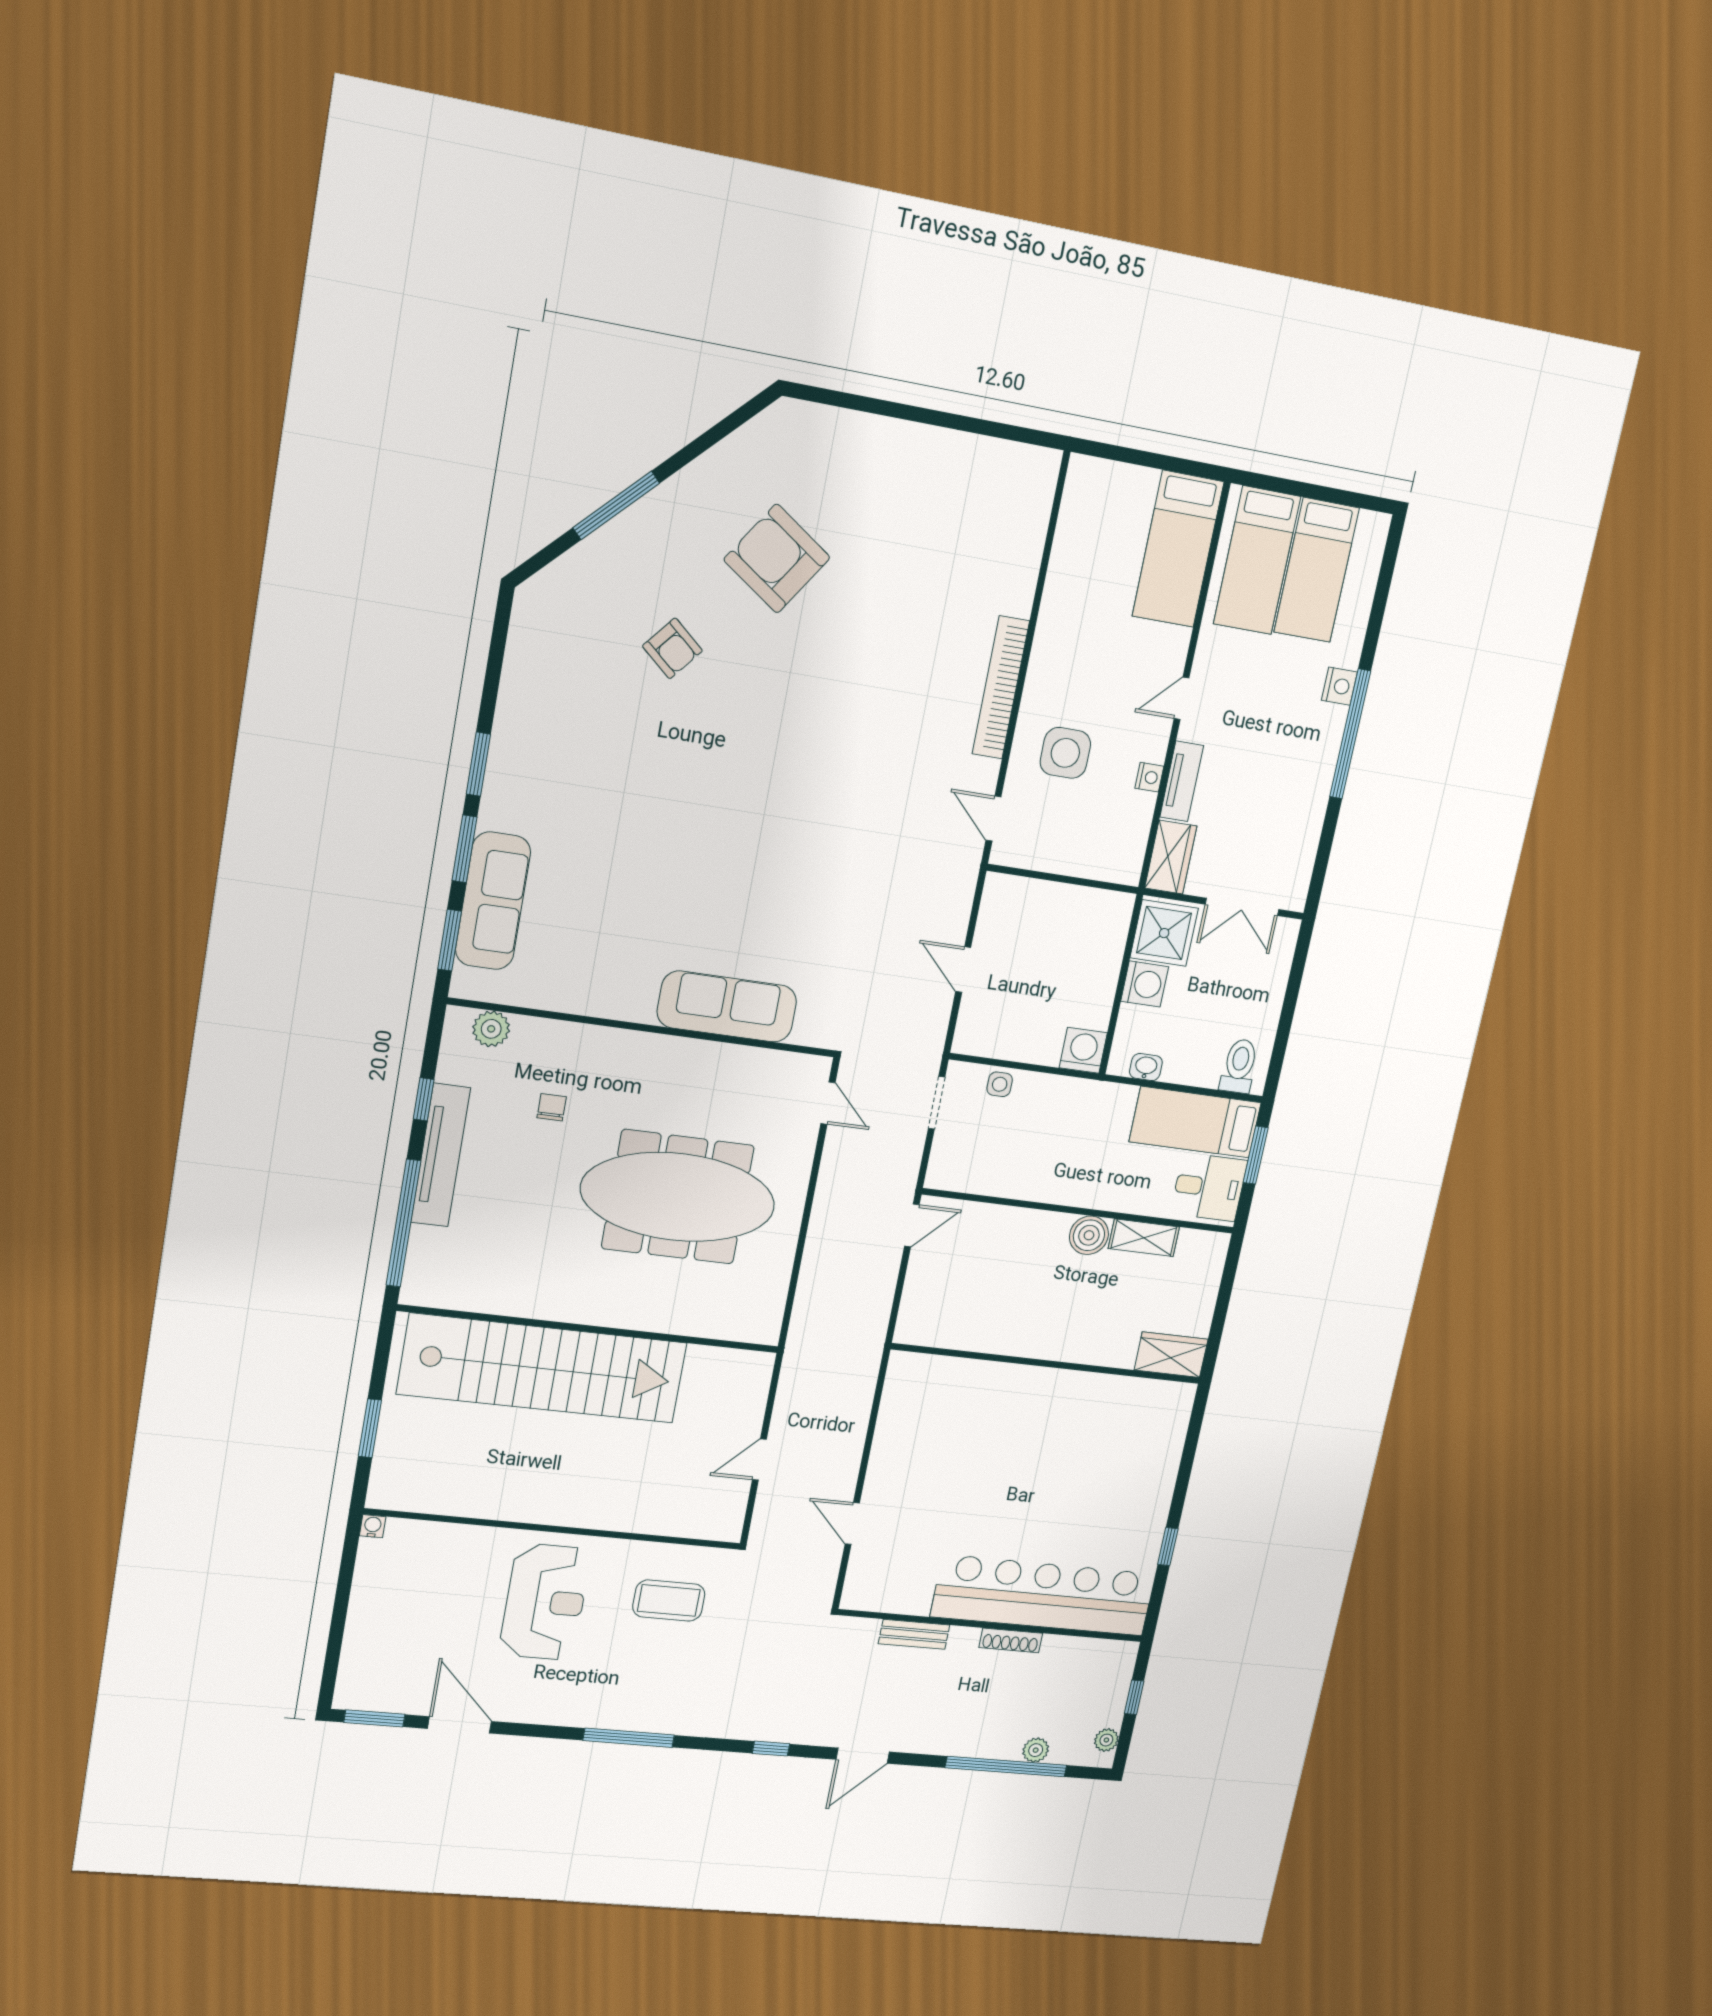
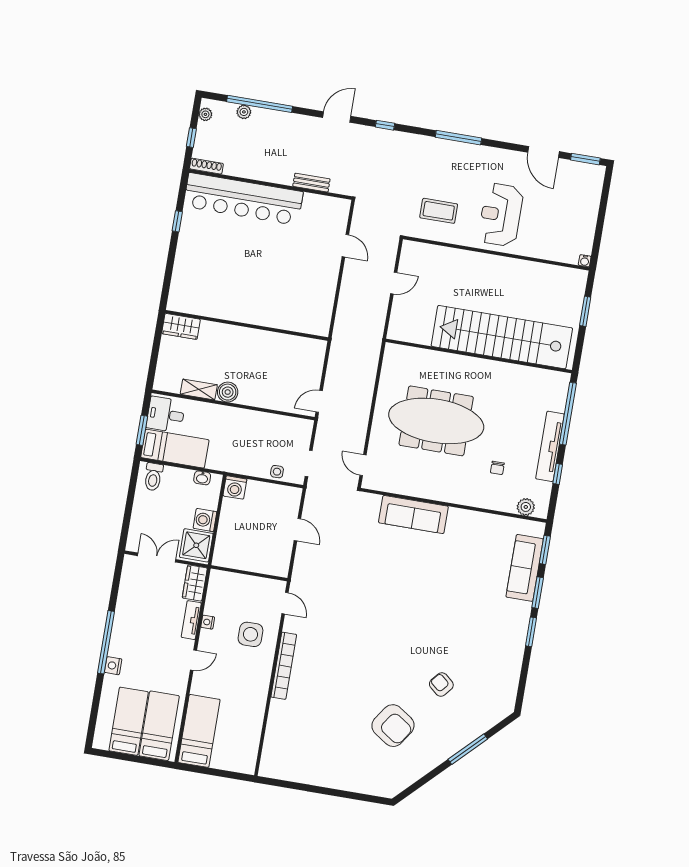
shoe rack: (1011, 1640) -> (206, 166), moved

